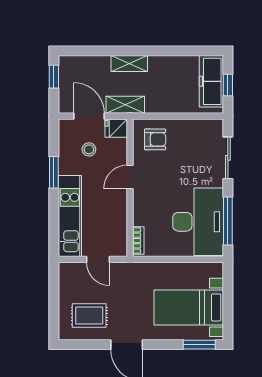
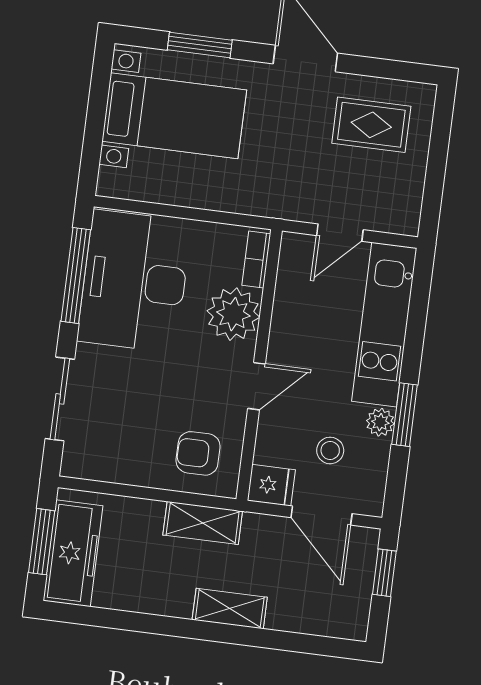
window: (54, 77) -> (384, 573), moved
window: (228, 85) -> (42, 542), width x1.50
shelving: (125, 105) -> (203, 523), moved
plant: (66, 167) -> (380, 422), added
plant: (146, 212) -> (233, 314), added
door: (98, 259) -> (340, 233), swing flipped
window: (199, 345) -> (200, 45), moved

